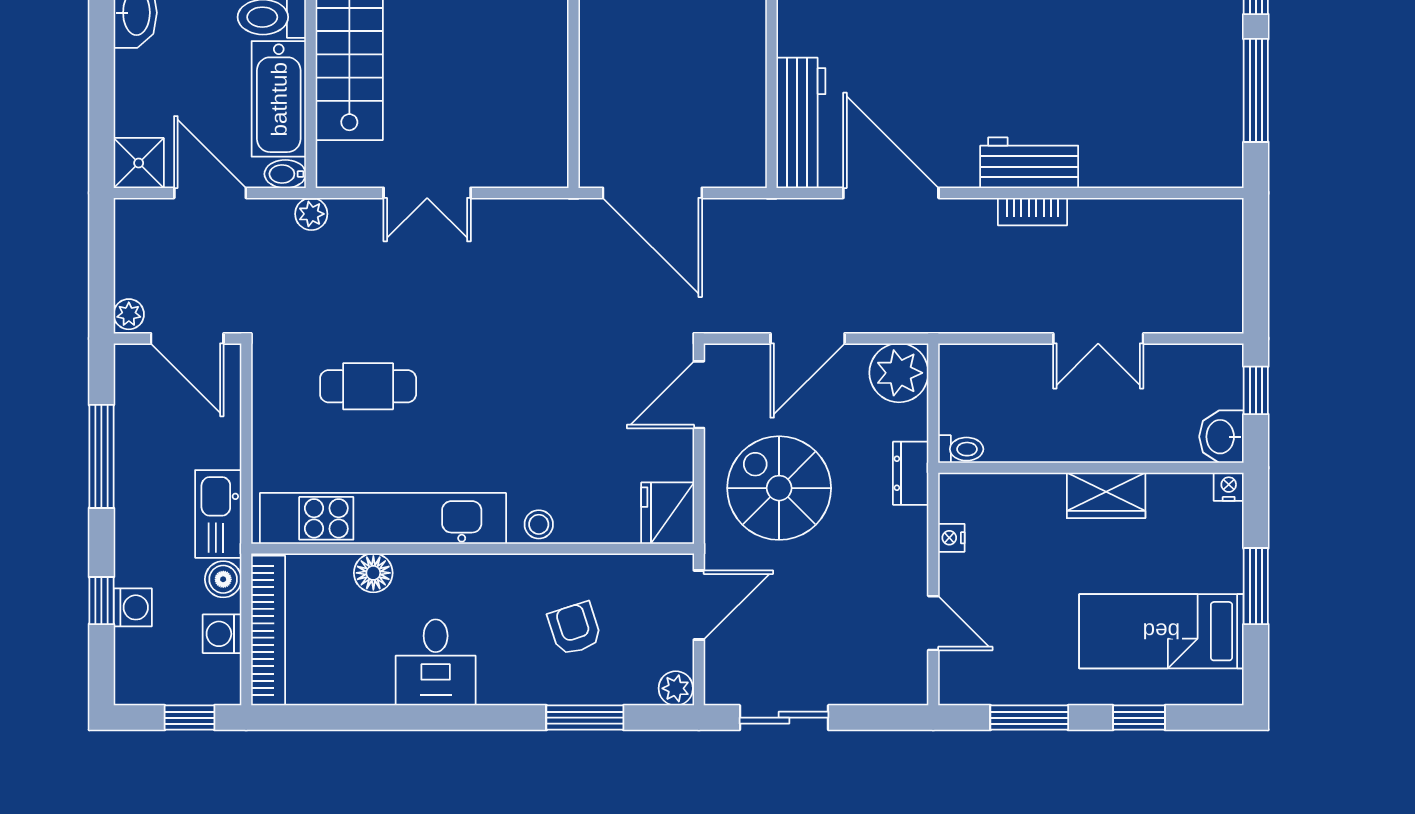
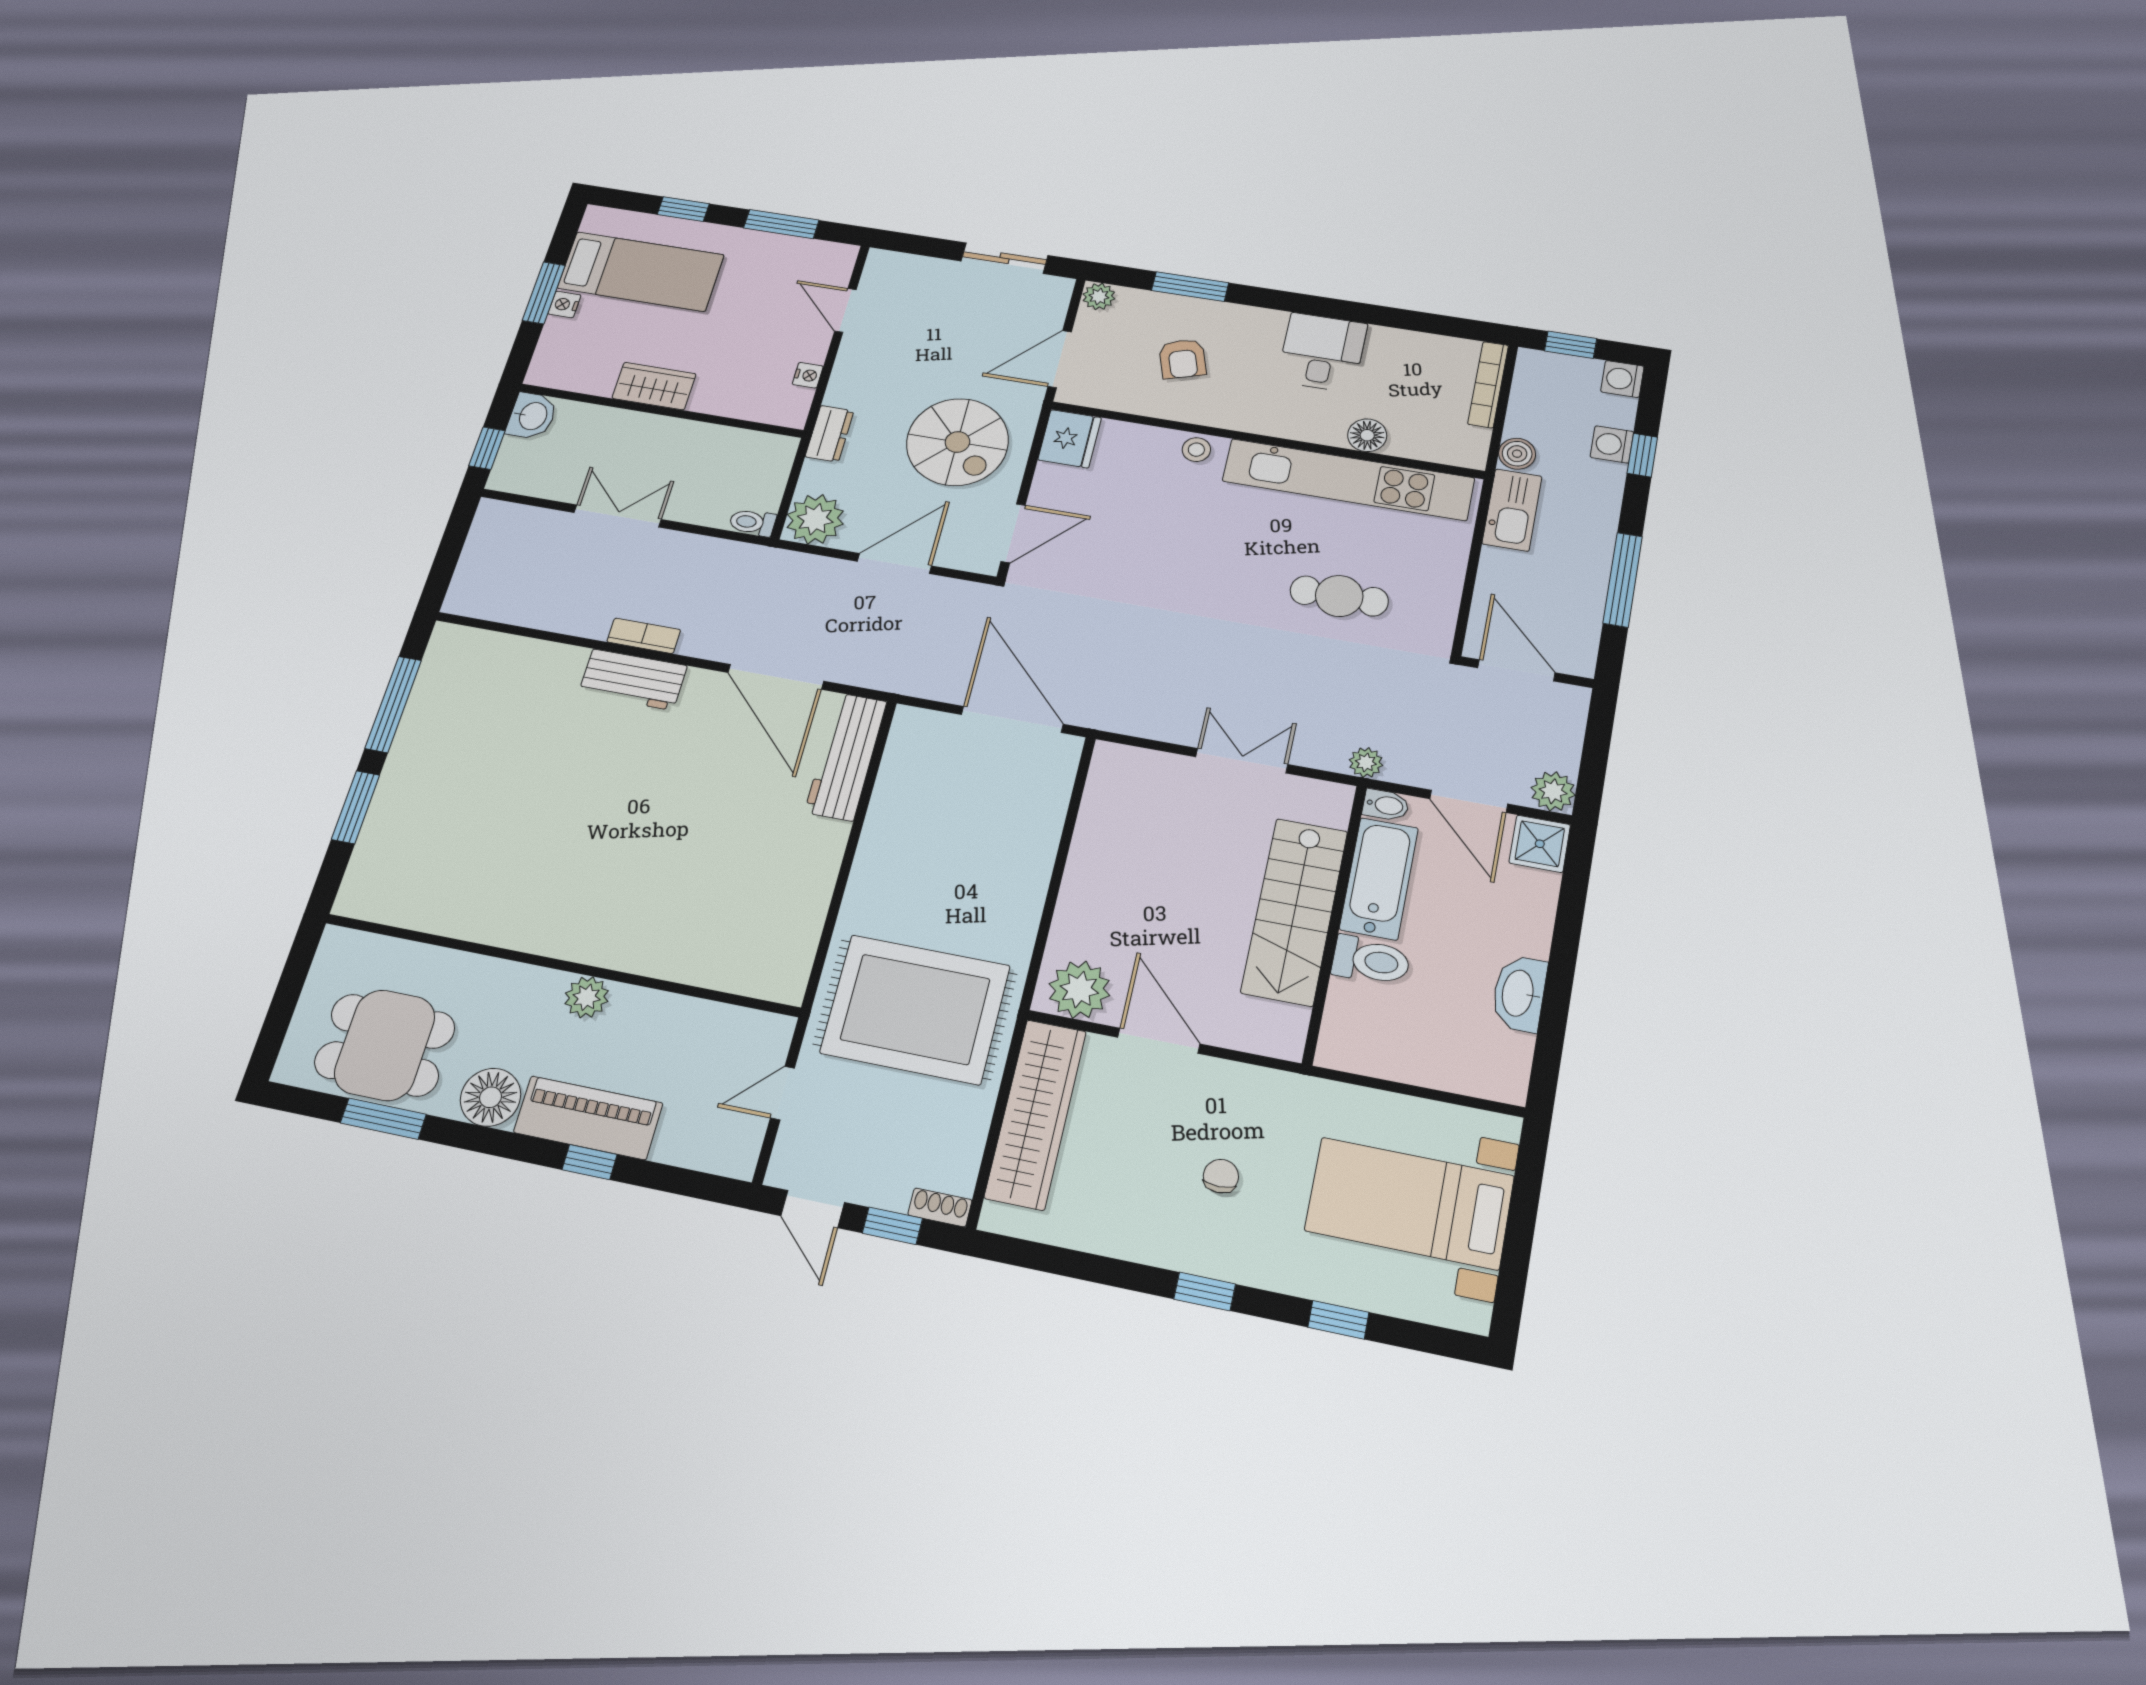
plant: (129, 314) -> (1553, 791), moved, width x1.38, depth x1.38
toilet: (961, 449) -> (752, 522), moved
nightstand: (1229, 487) -> (564, 304), moved, turned 90
bookcase: (268, 631) -> (1488, 385), width x0.68, depth x0.76
washing machine: (222, 634) -> (1622, 379), moved, turned 180

